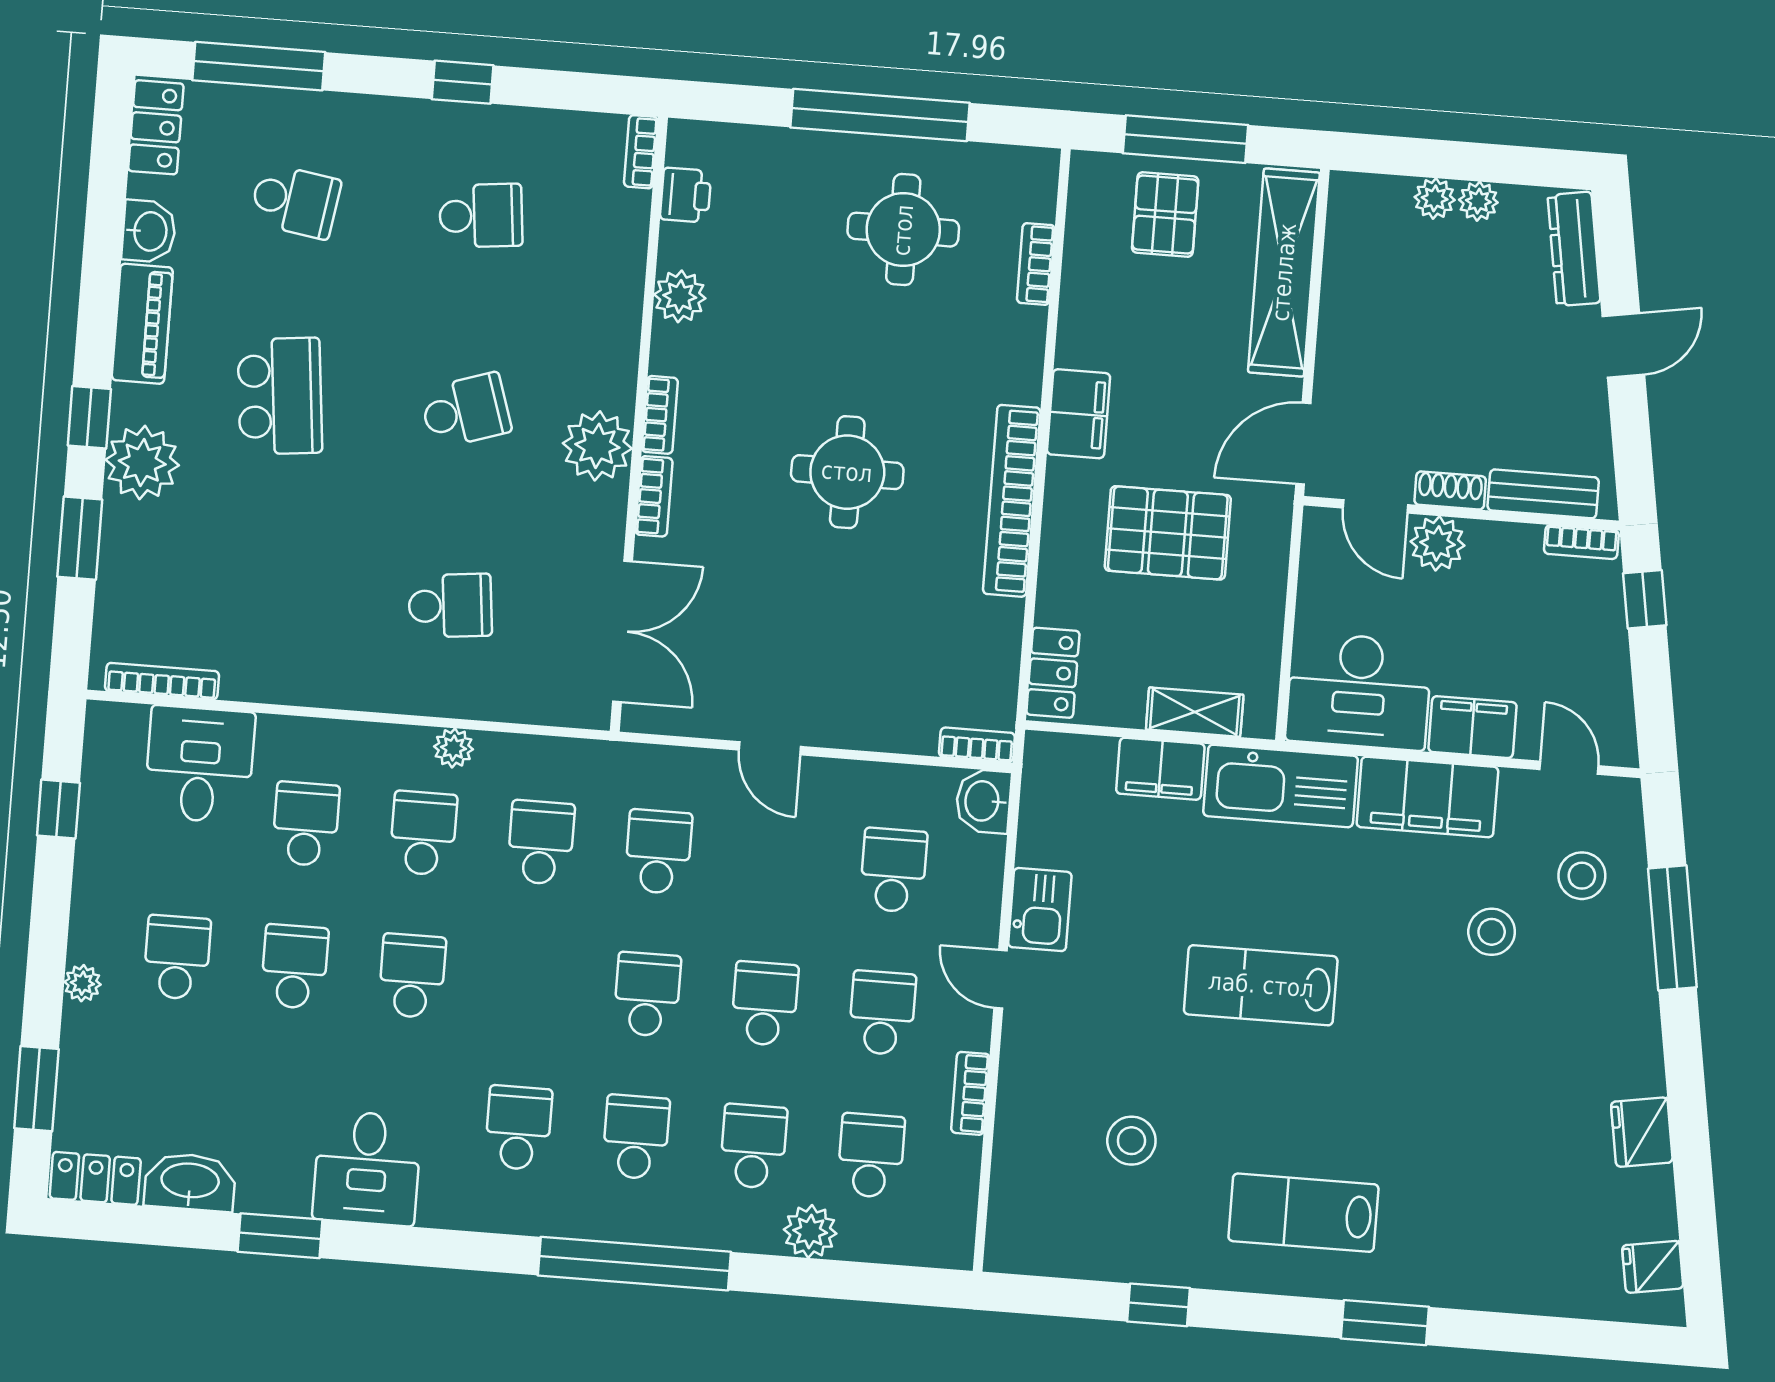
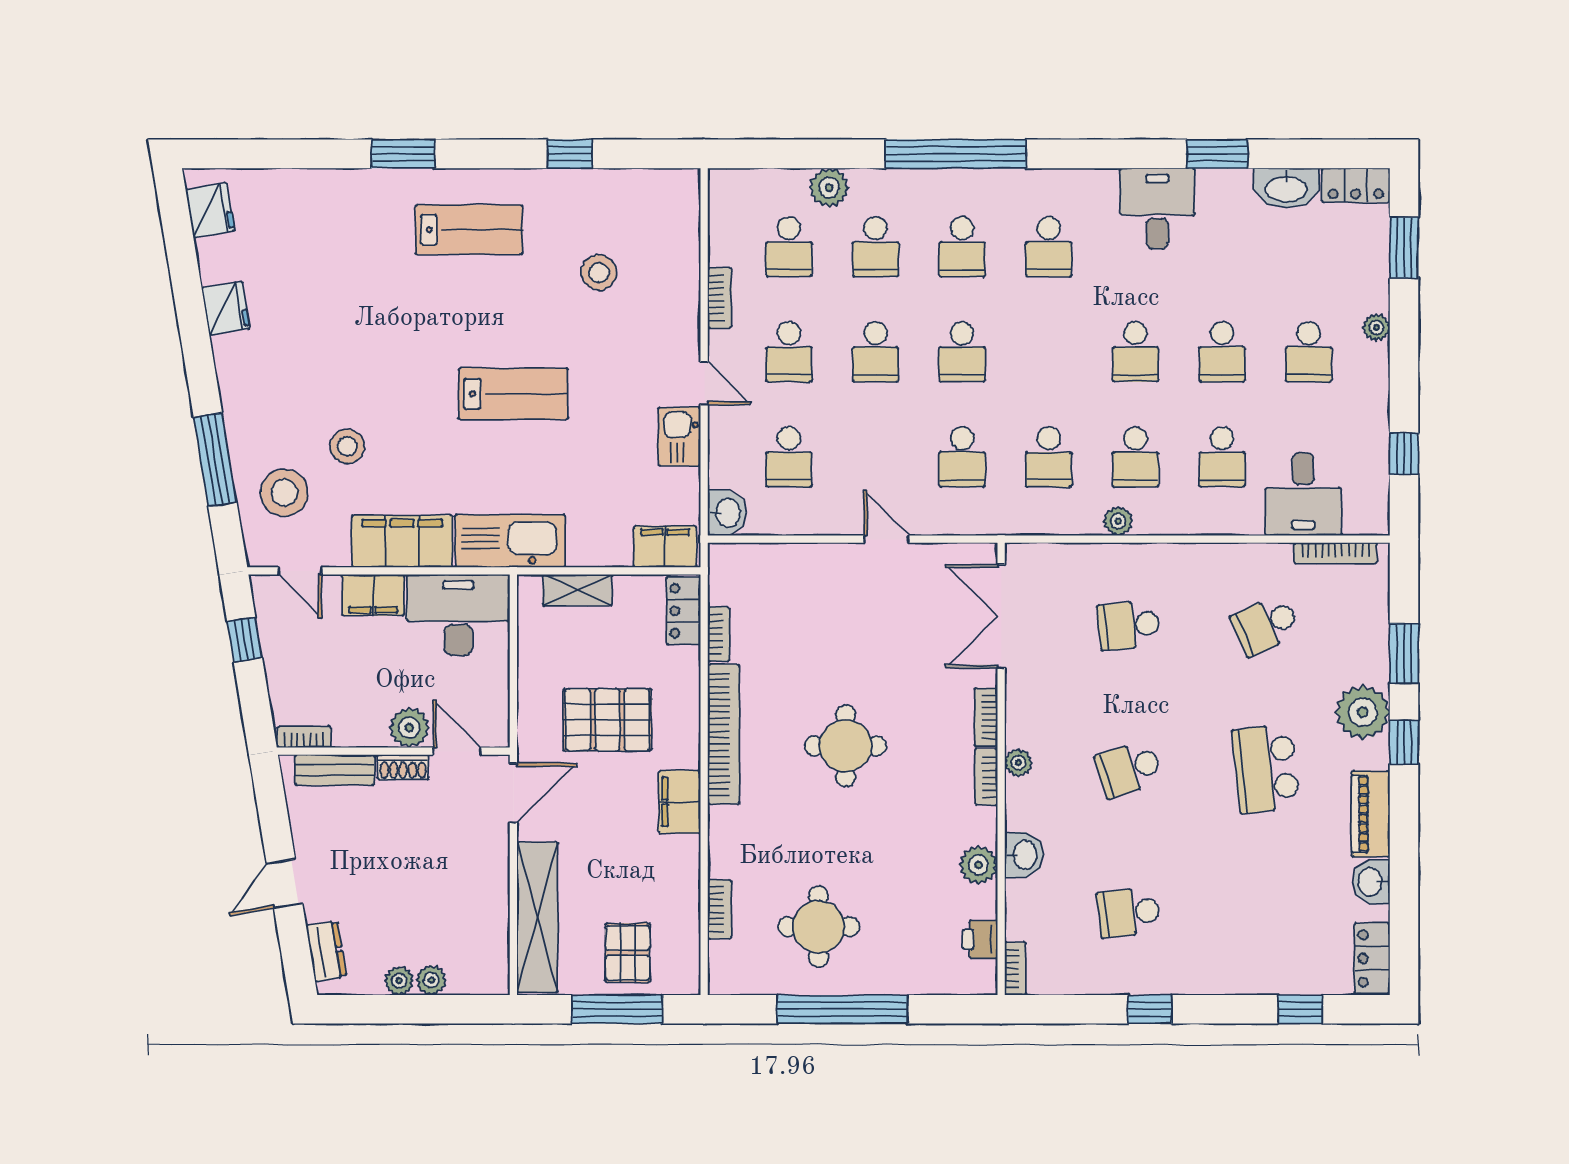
window: (259, 66) -> (1300, 1009), width x0.46
school desk: (295, 201) -> (1266, 625), moved, turned -33
dresser: (1574, 249) -> (326, 951), width x0.70
washbasin: (617, 305) -> (1024, 855), added
plant: (597, 446) -> (1018, 763), width x0.53, depth x0.53
window: (1645, 599) -> (245, 640), moved
bookcase: (977, 745) -> (719, 634), moved, turned -90
filing cabinet: (1160, 769) -> (665, 547), moved
stool: (1582, 876) -> (284, 493), width x1.38, depth x1.38
fridge: (1653, 1267) -> (210, 210), width x1.38

